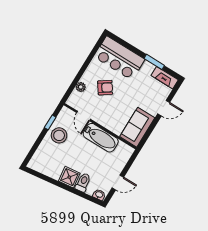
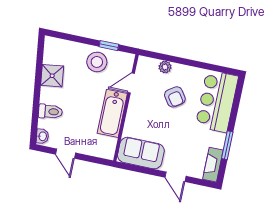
shower: (69, 177) -> (52, 76), moved

